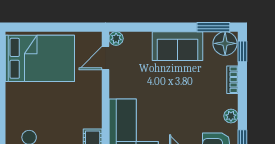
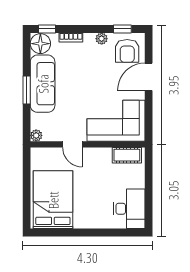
window: (213, 27) -> (27, 90), moved
sofa: (177, 46) -> (43, 84), width x1.36
door: (106, 58) -> (72, 144), moved

